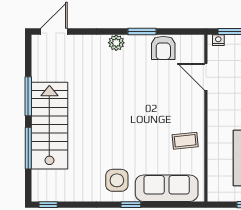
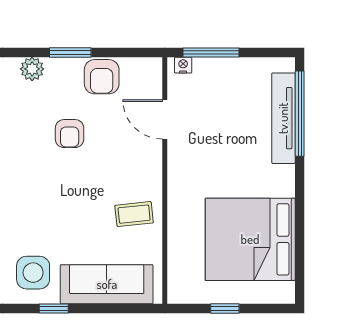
armchair: (142, 86) -> (70, 134), added

